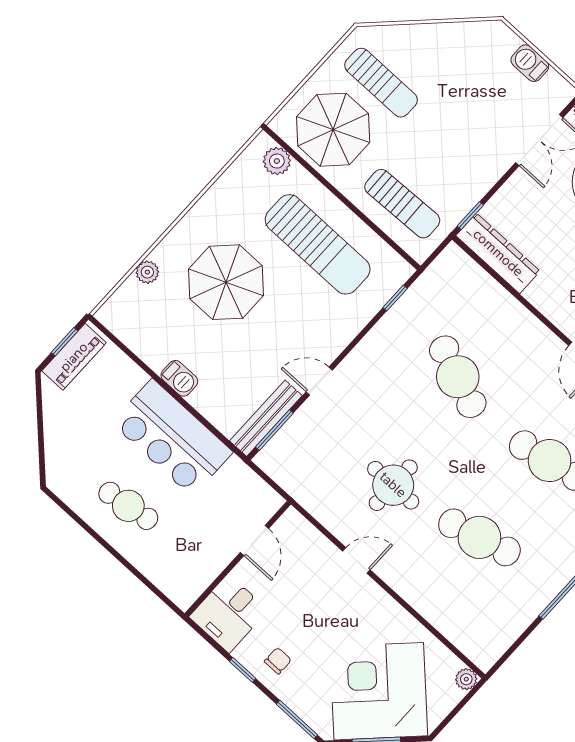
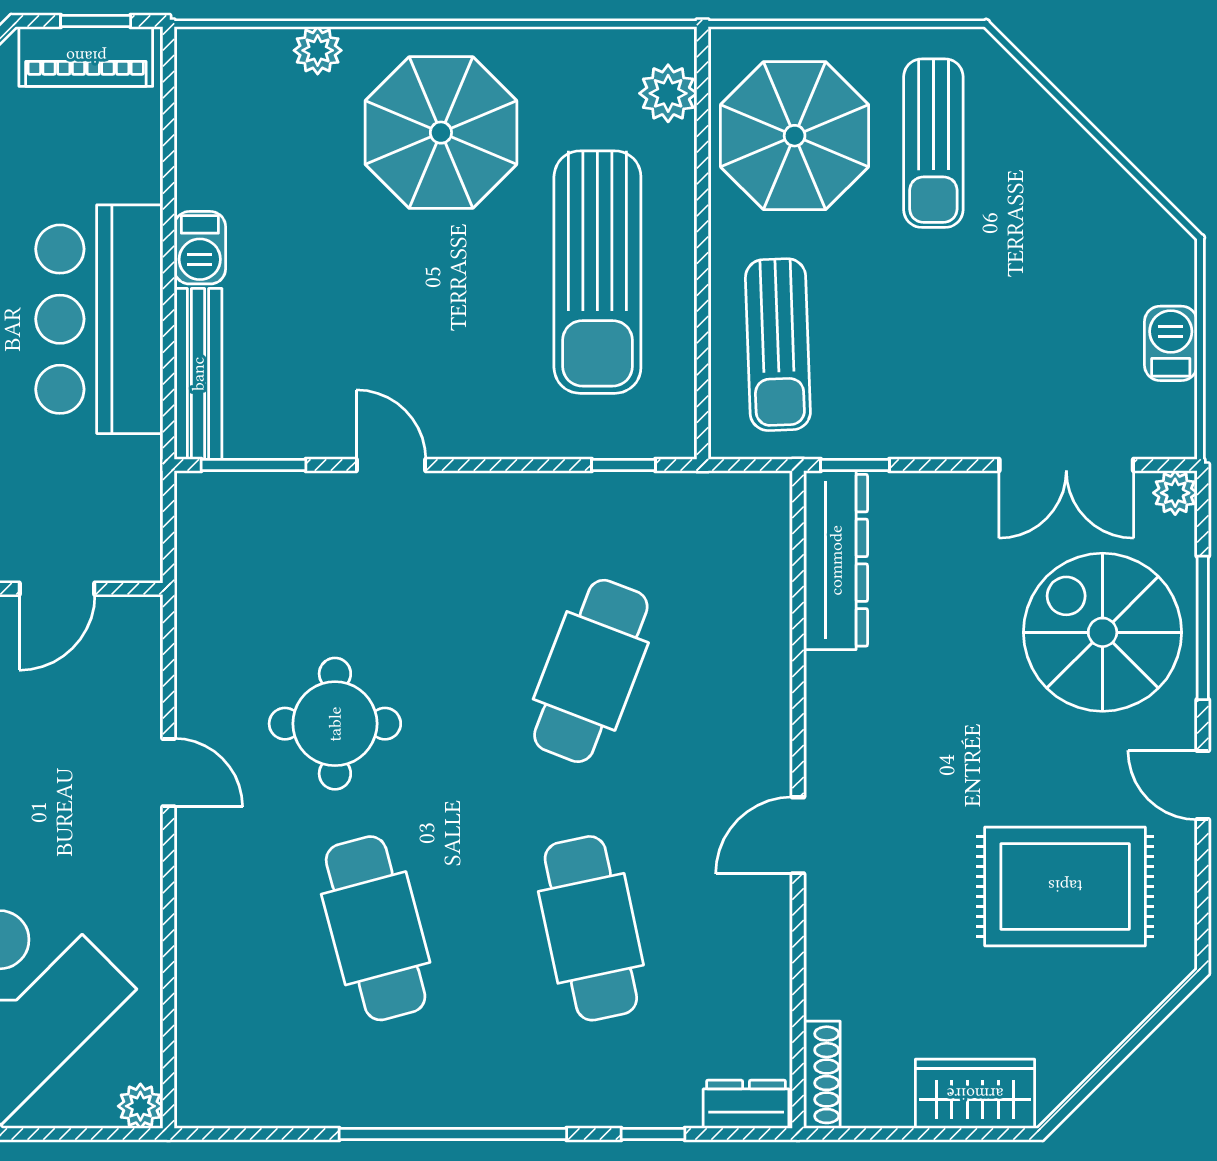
parasol: (226, 282) -> (441, 133), moved
bench: (266, 418) -> (198, 374), moved, turned 90

